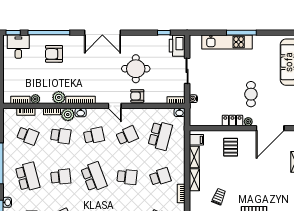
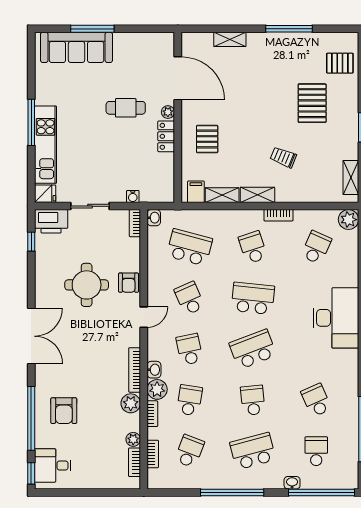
fridge: (195, 42) -> (45, 194), added
pallet: (231, 147) -> (207, 139), turned 90
school desk: (127, 177) -> (253, 298), width x1.85

